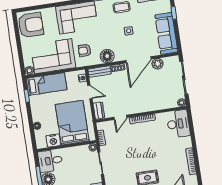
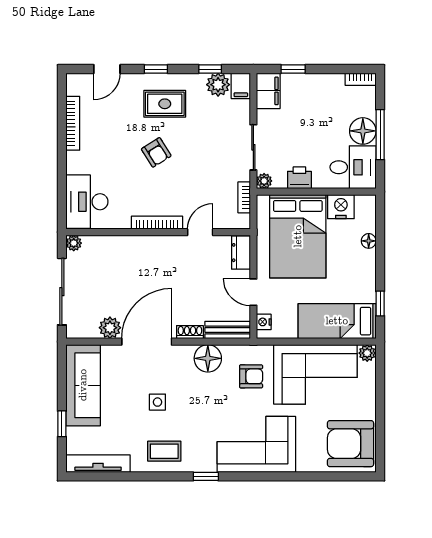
printer: (76, 152) -> (299, 178), added
armchair: (148, 153) -> (156, 152), added

